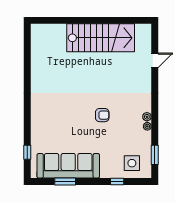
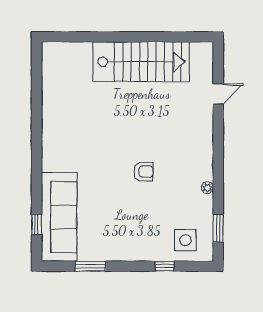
plant: (147, 117) -> (207, 174), removed
sofa: (68, 166) -> (59, 217), moved, turned 90

